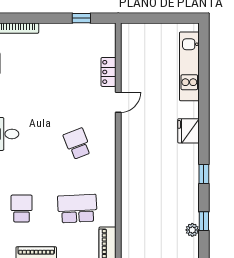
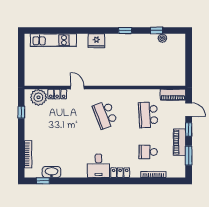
plant: (104, 44) -> (38, 97), added
school desk: (77, 144) -> (105, 115), width x1.85

